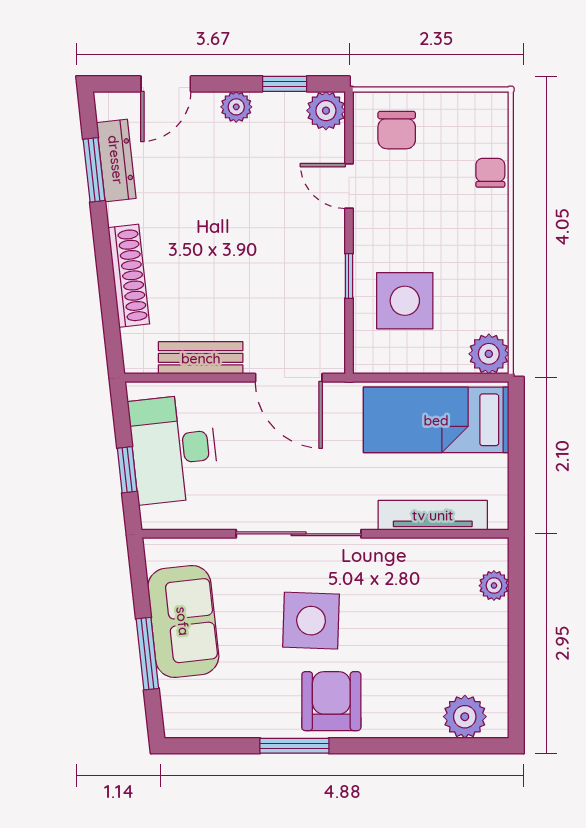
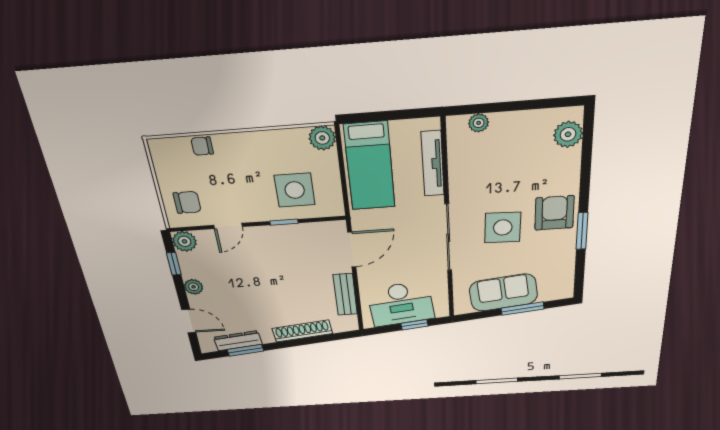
armchair: (331, 701) -> (554, 213), turned 90

